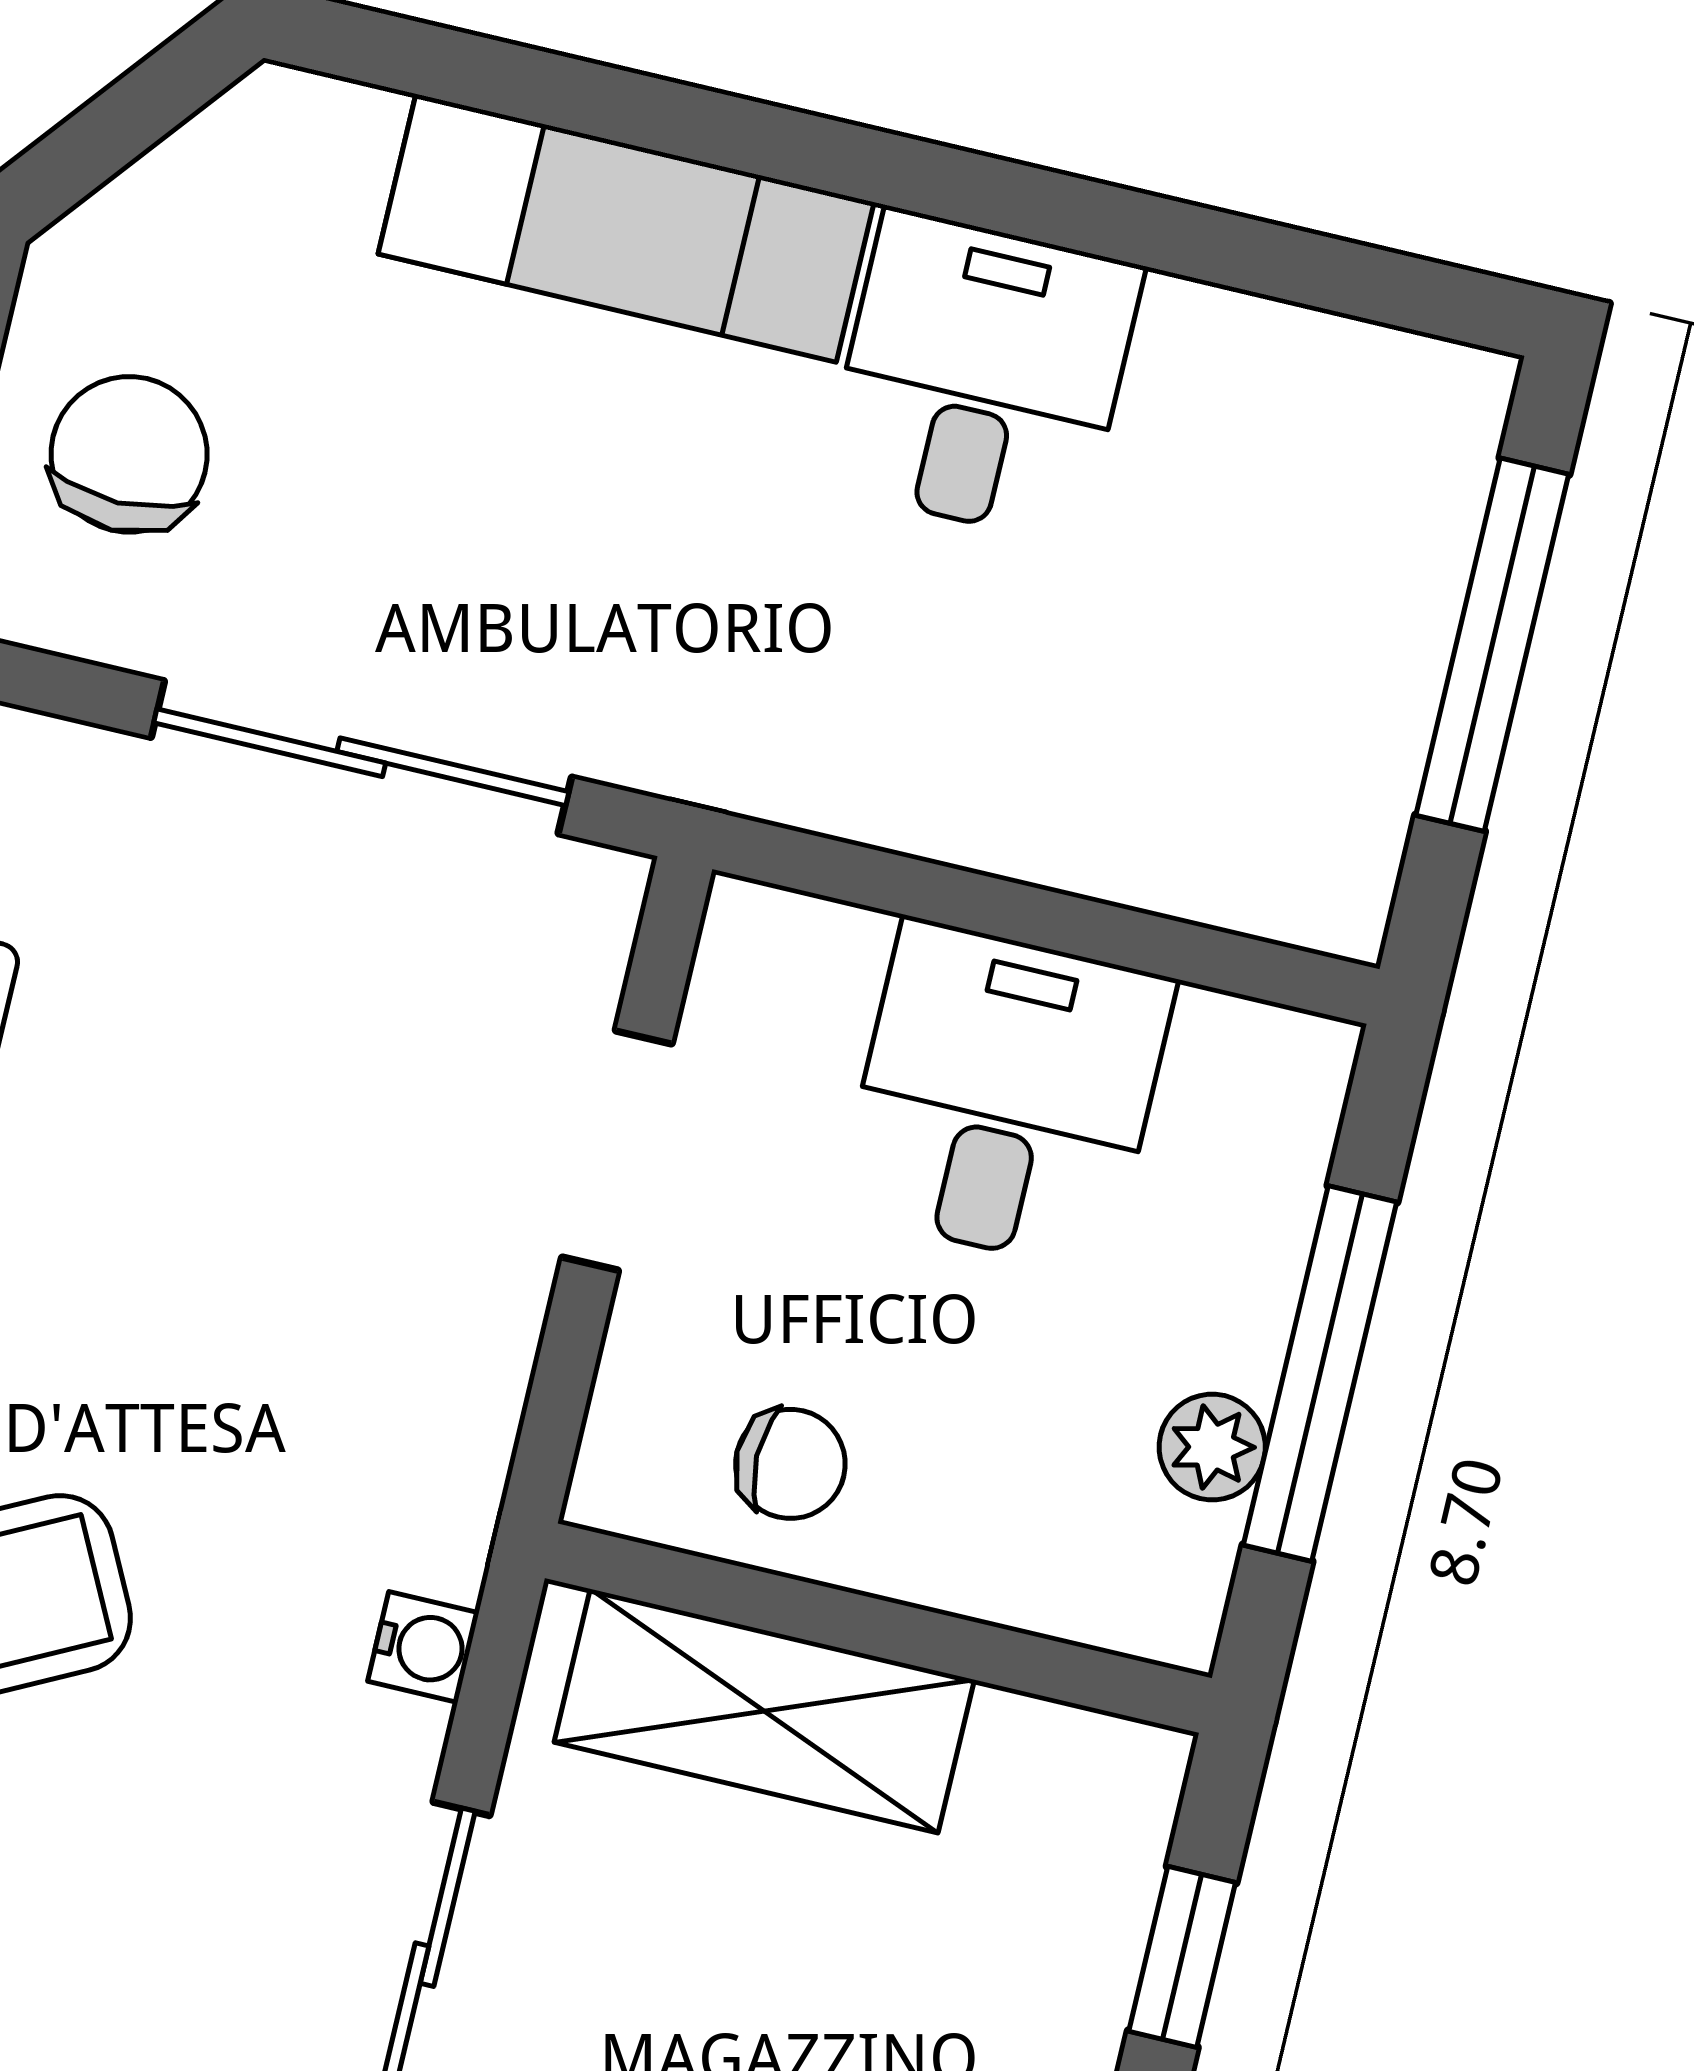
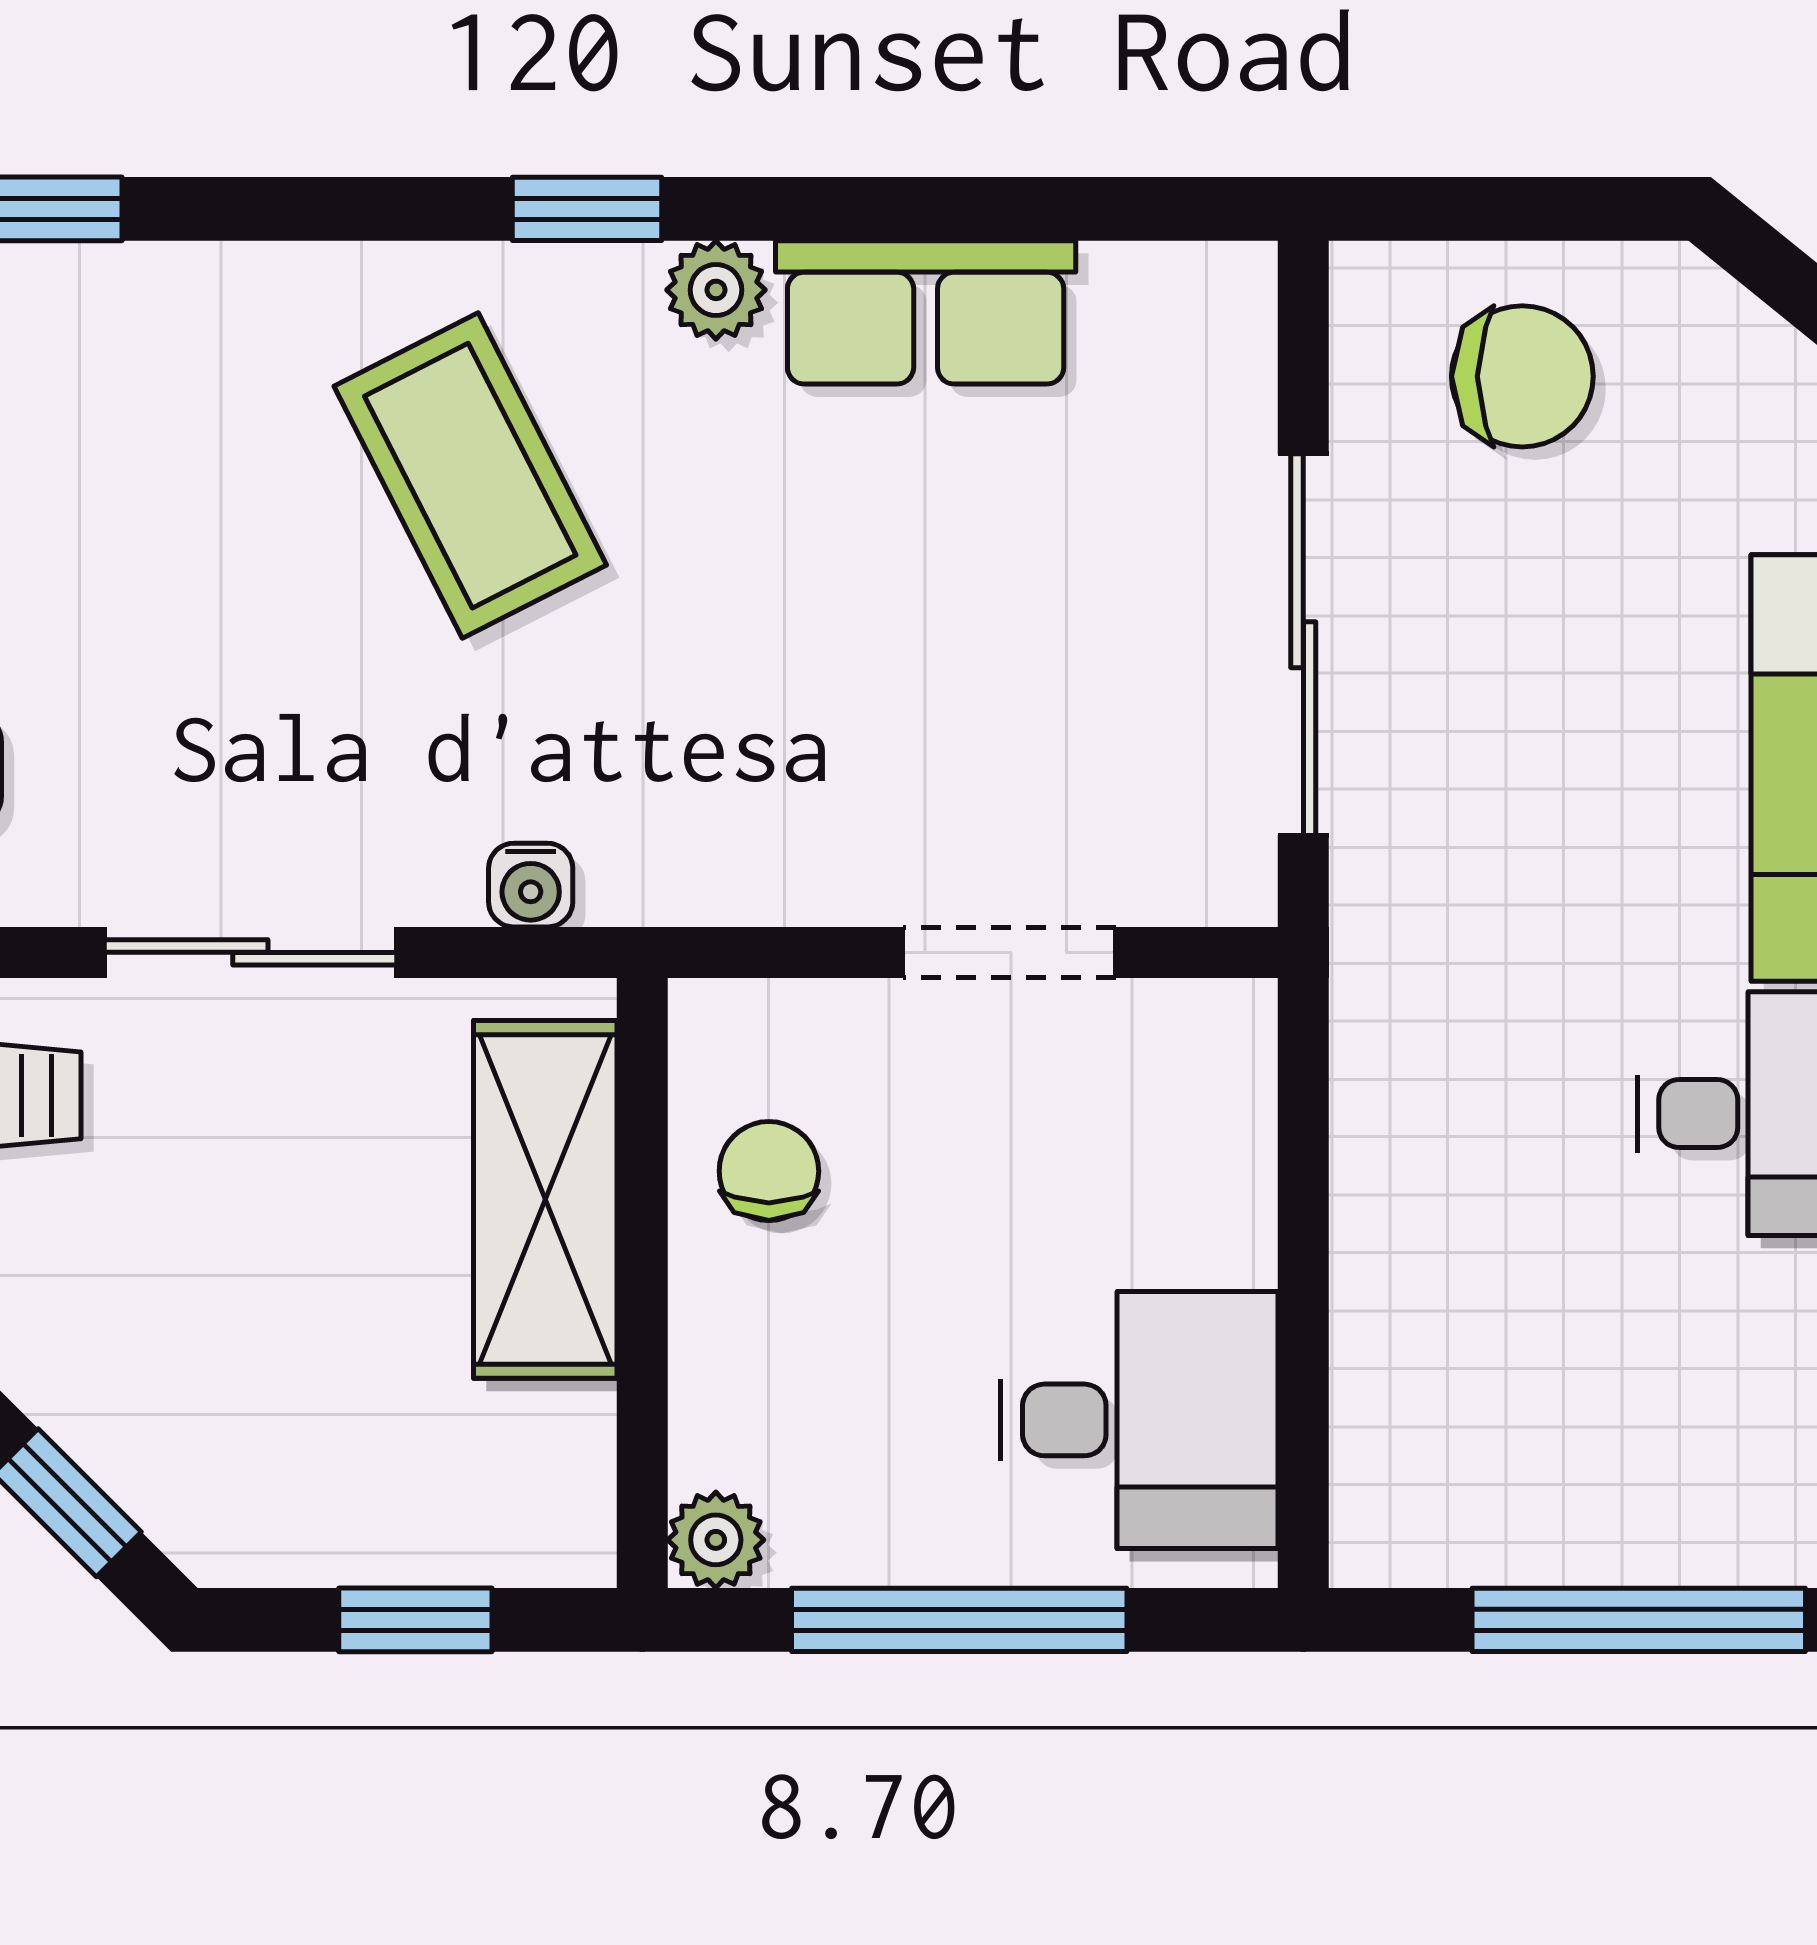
desk: (1006, 1095) -> (1139, 1420), moved
plant: (1212, 1447) -> (716, 1540), moved
chair: (790, 1464) -> (769, 1171), turned 180

